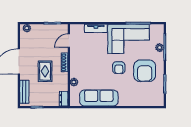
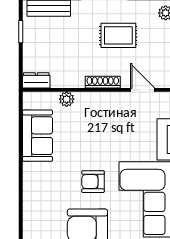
rug: (45, 71) -> (118, 35), moved
sofa: (99, 98) -> (37, 136), width x0.73

